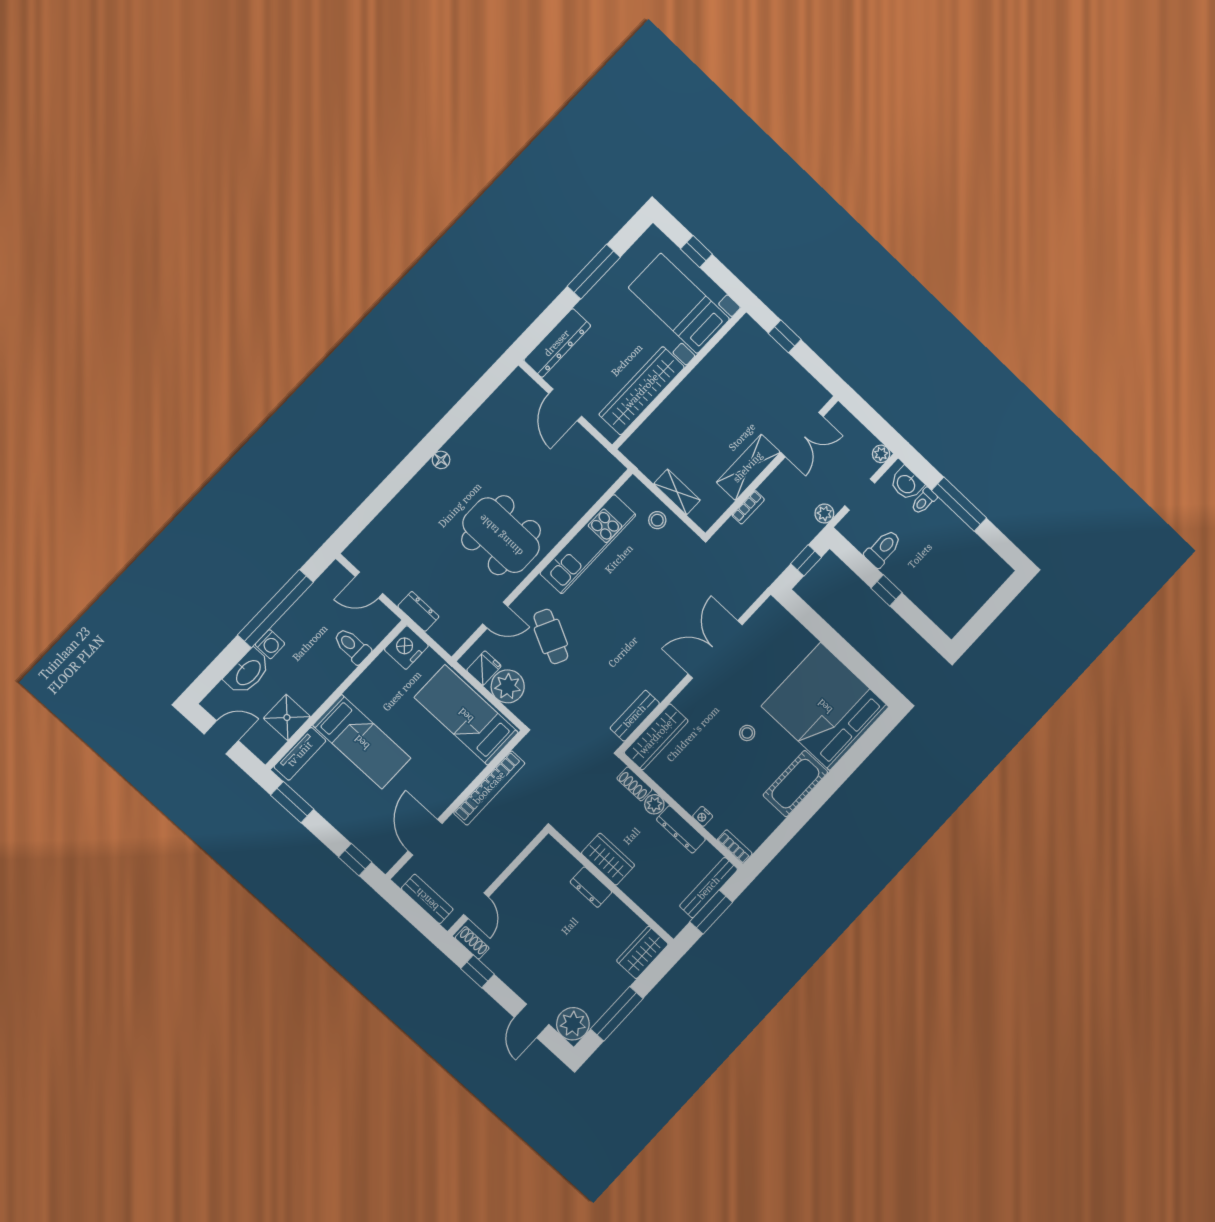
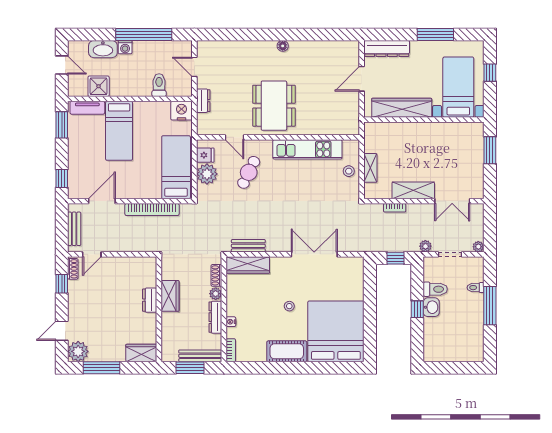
window: (785, 336) -> (490, 150), width x1.50
washbasin: (906, 484) -> (431, 307), moved, turned 180

